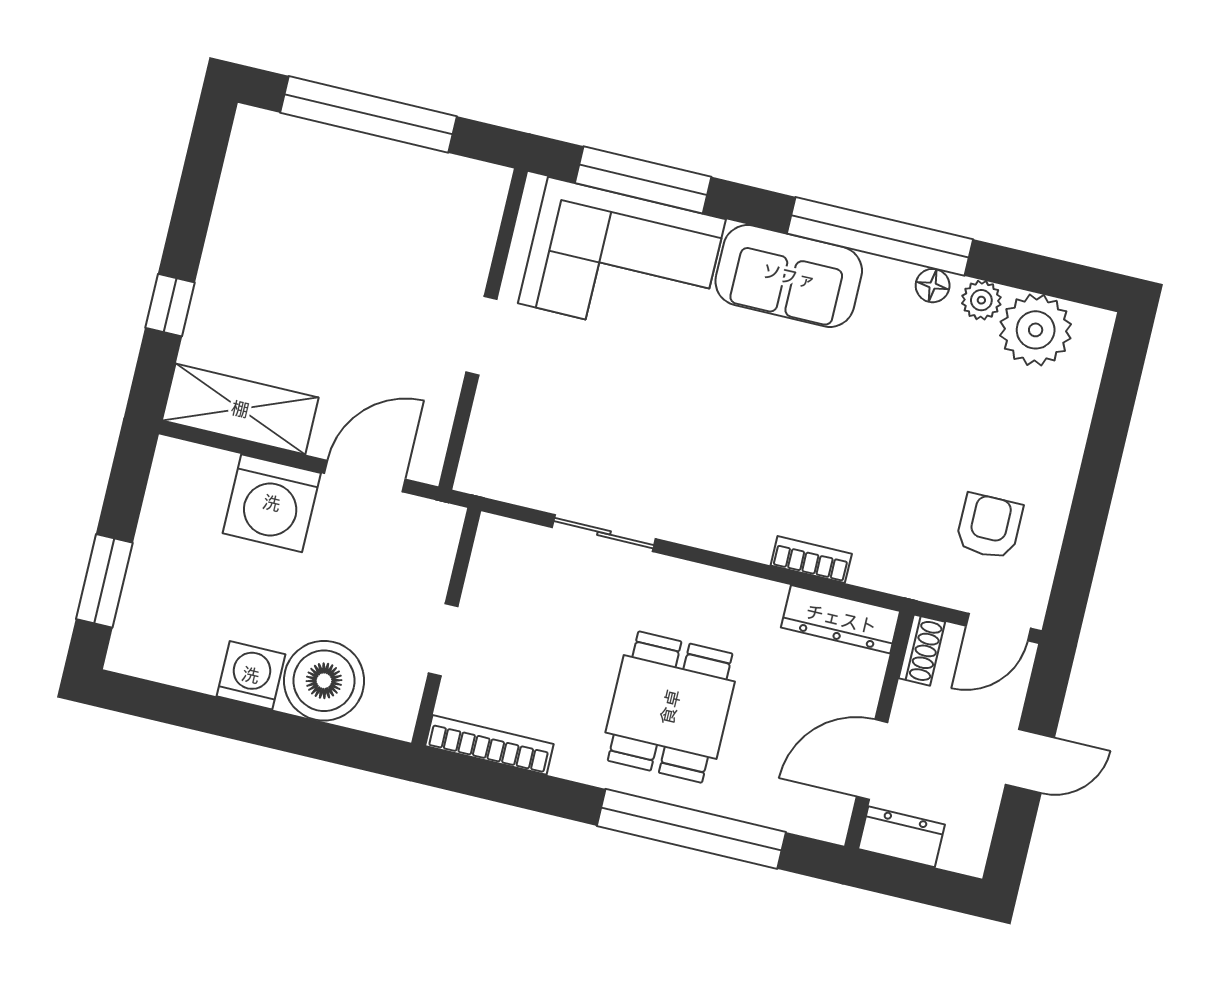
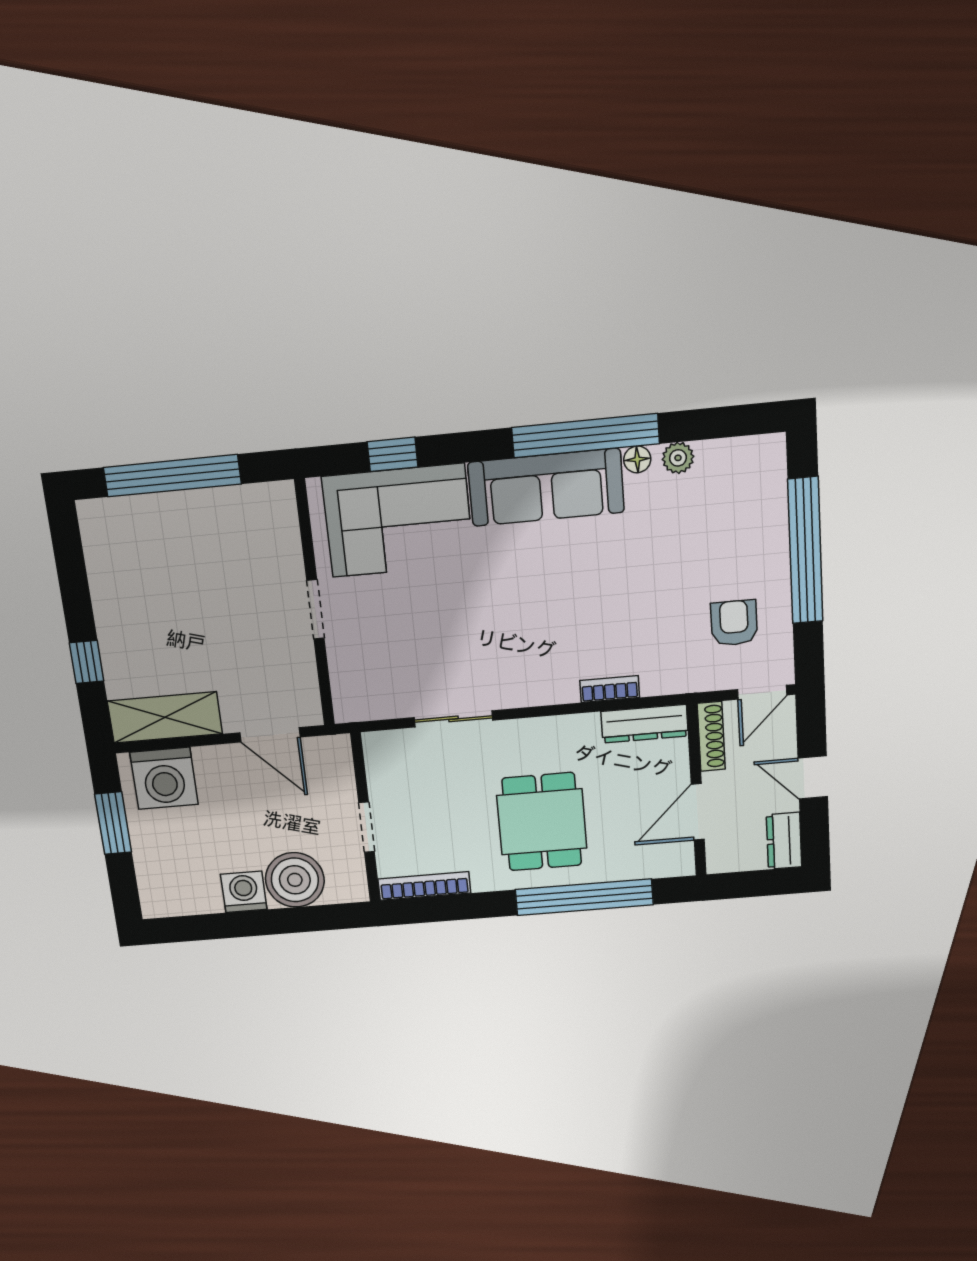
window: (643, 180) -> (392, 454), width x0.46
sofa: (789, 276) -> (546, 487), width x1.36
plant: (1036, 330) -> (726, 466), removed
window: (1100, 465) -> (805, 551), added
door: (365, 476) -> (270, 735), swing flipped
washing machine: (272, 503) -> (164, 778), moved
window: (104, 581) -> (113, 823), moved
shoe rack: (922, 650) -> (711, 736), width x1.43
door: (1030, 761) -> (813, 777), swing flipped
dresser: (901, 837) -> (784, 841), moved, turned -90

